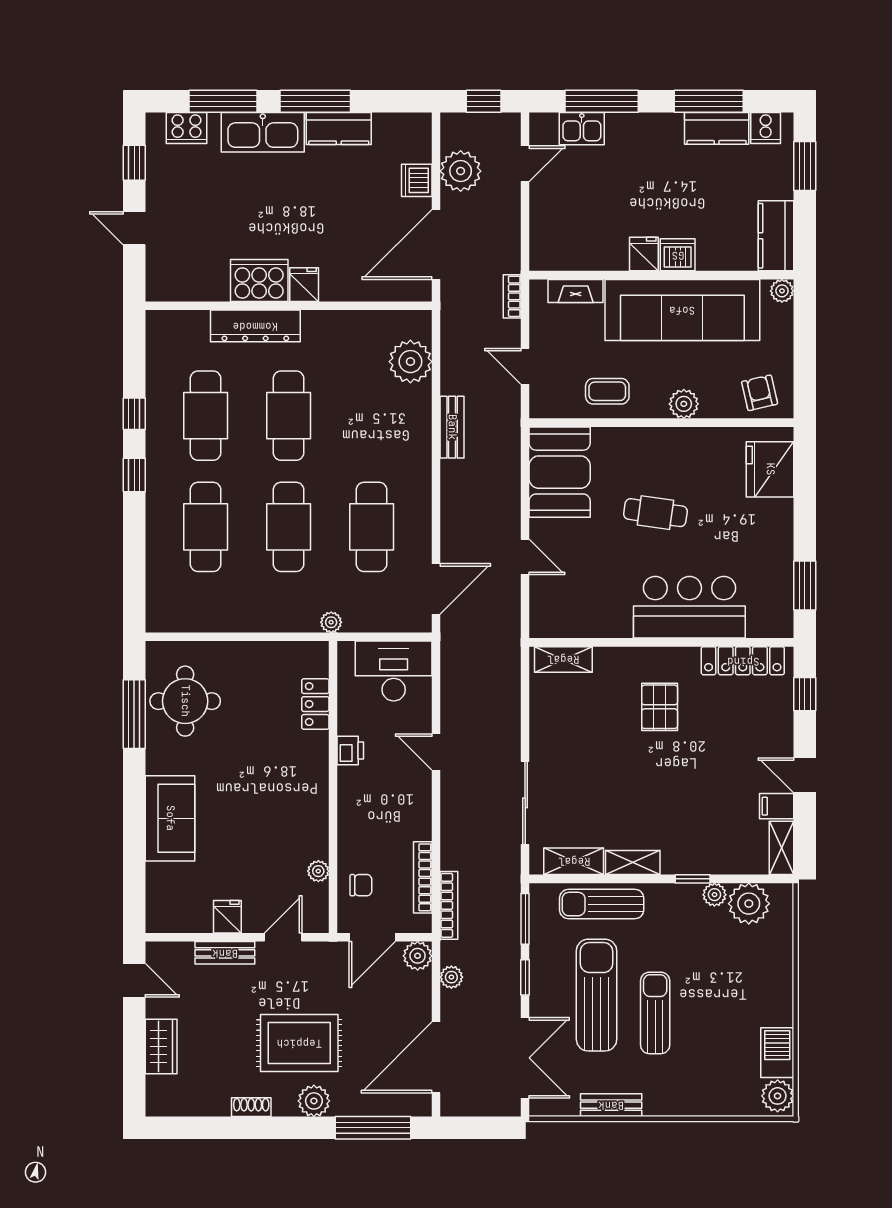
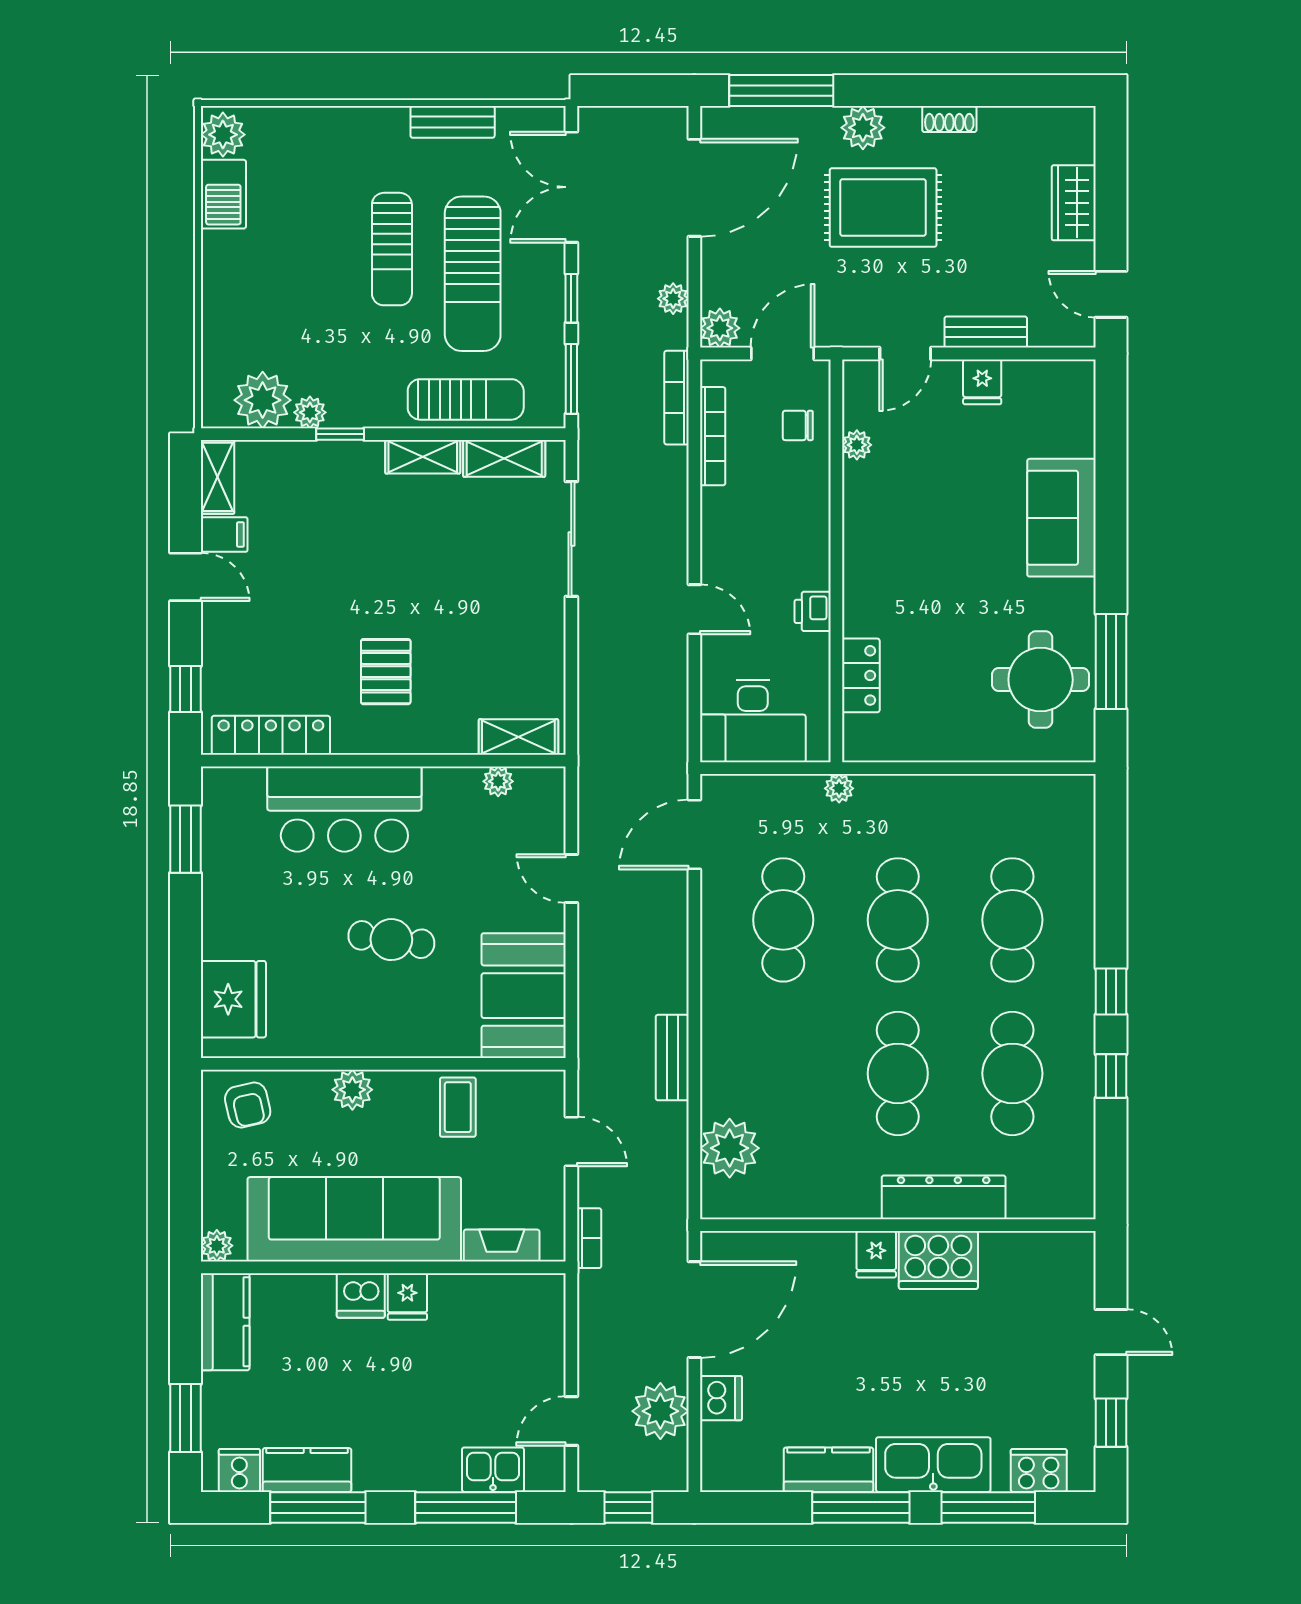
coffee table: (607, 391) -> (458, 1107), turned 90
plant: (578, 627) -> (498, 781), added

